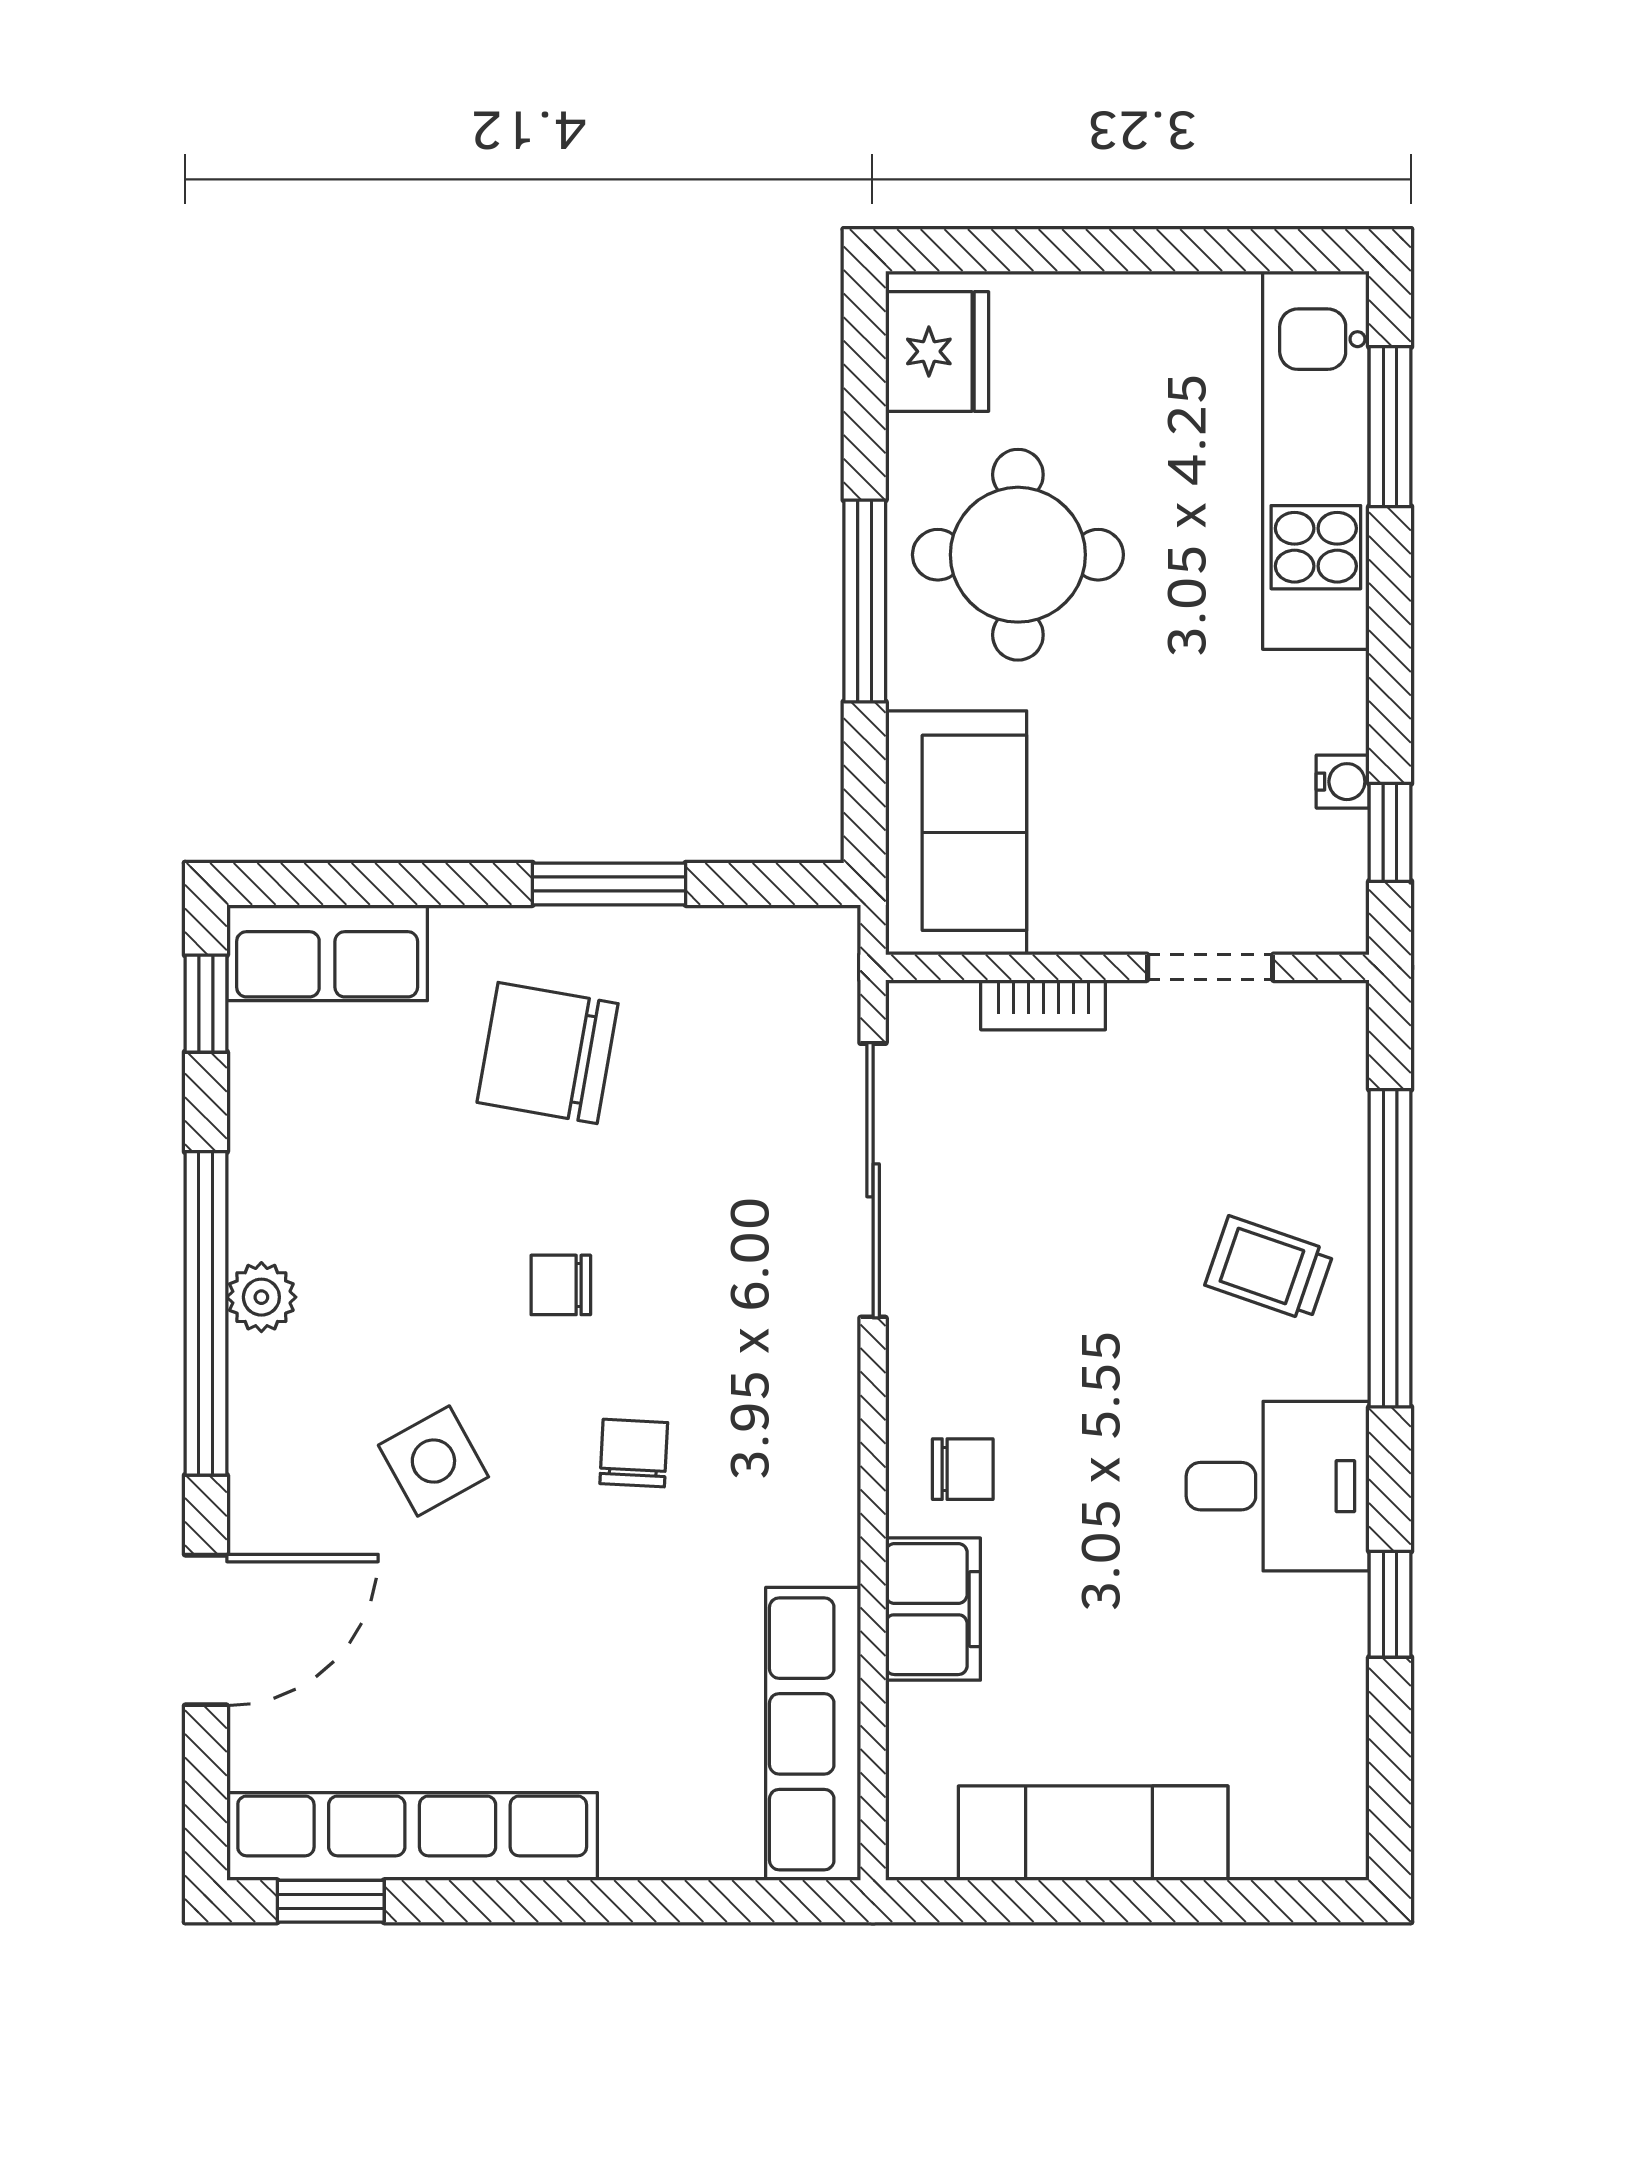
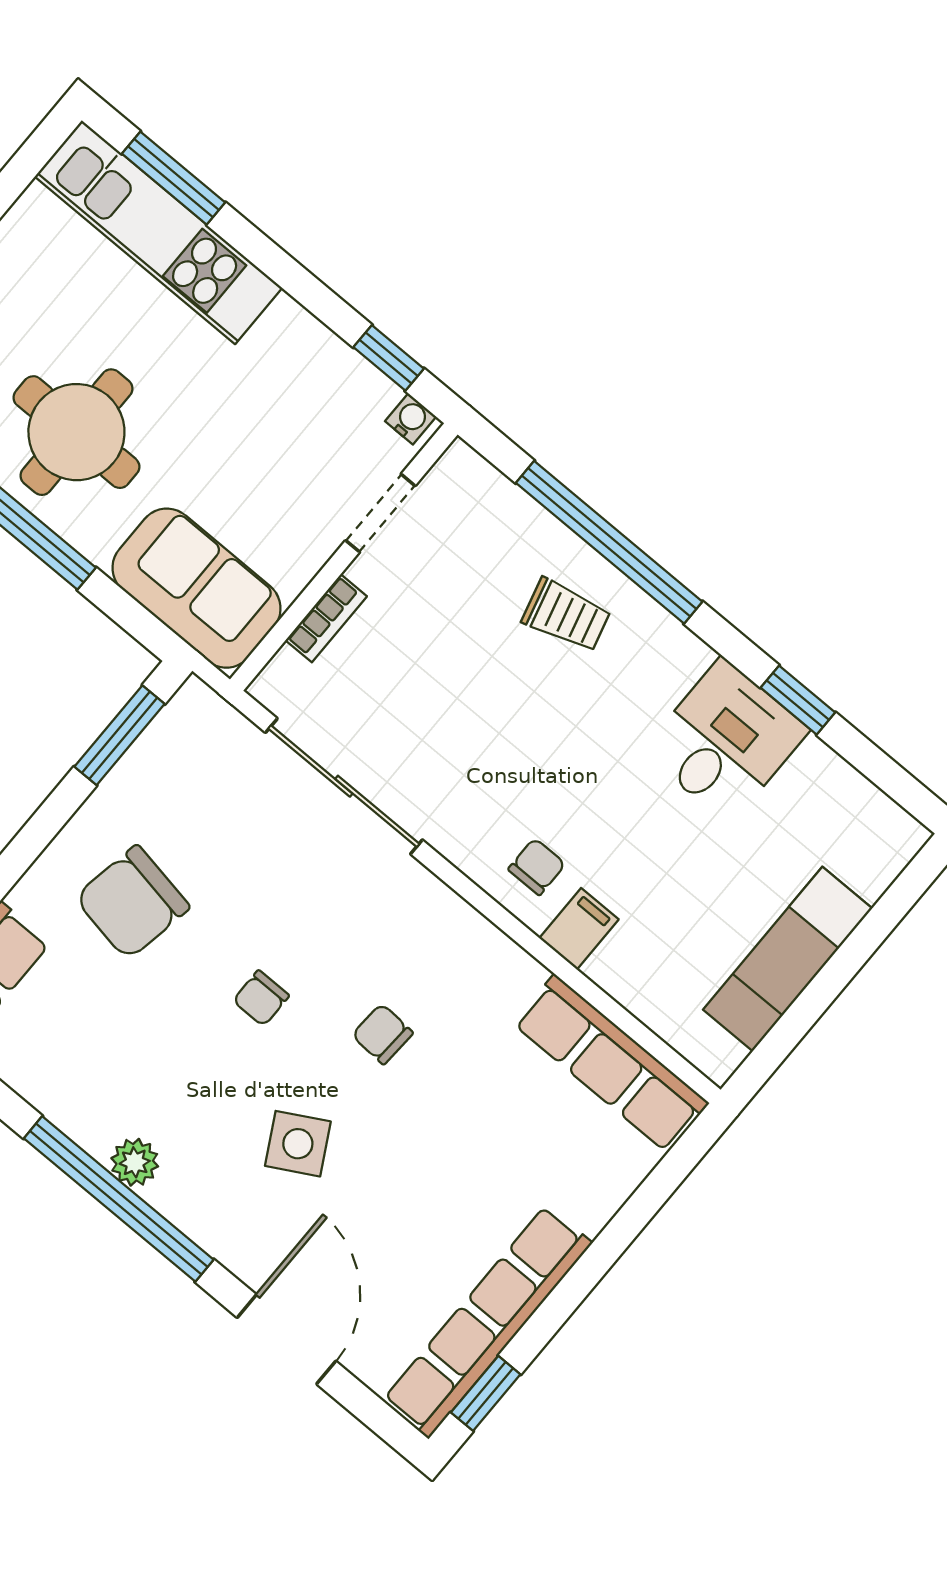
water cooler: (1343, 782) -> (411, 419), moved
window: (609, 884) -> (119, 735), moved
trolley: (1269, 1268) -> (566, 615), turned -124
desk: (1278, 1486) -> (725, 741), moved
filing cabinet: (933, 1609) -> (579, 929), width x0.50

